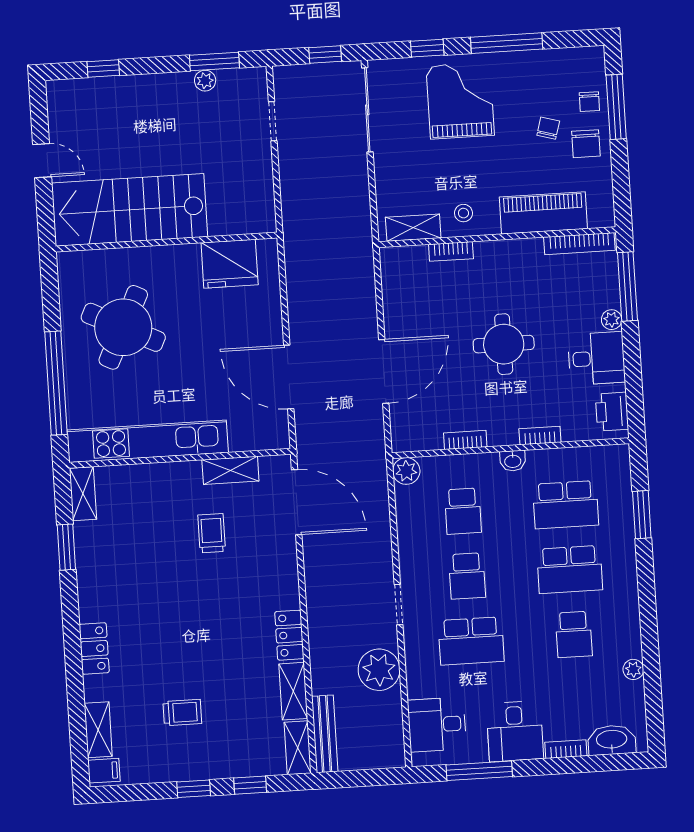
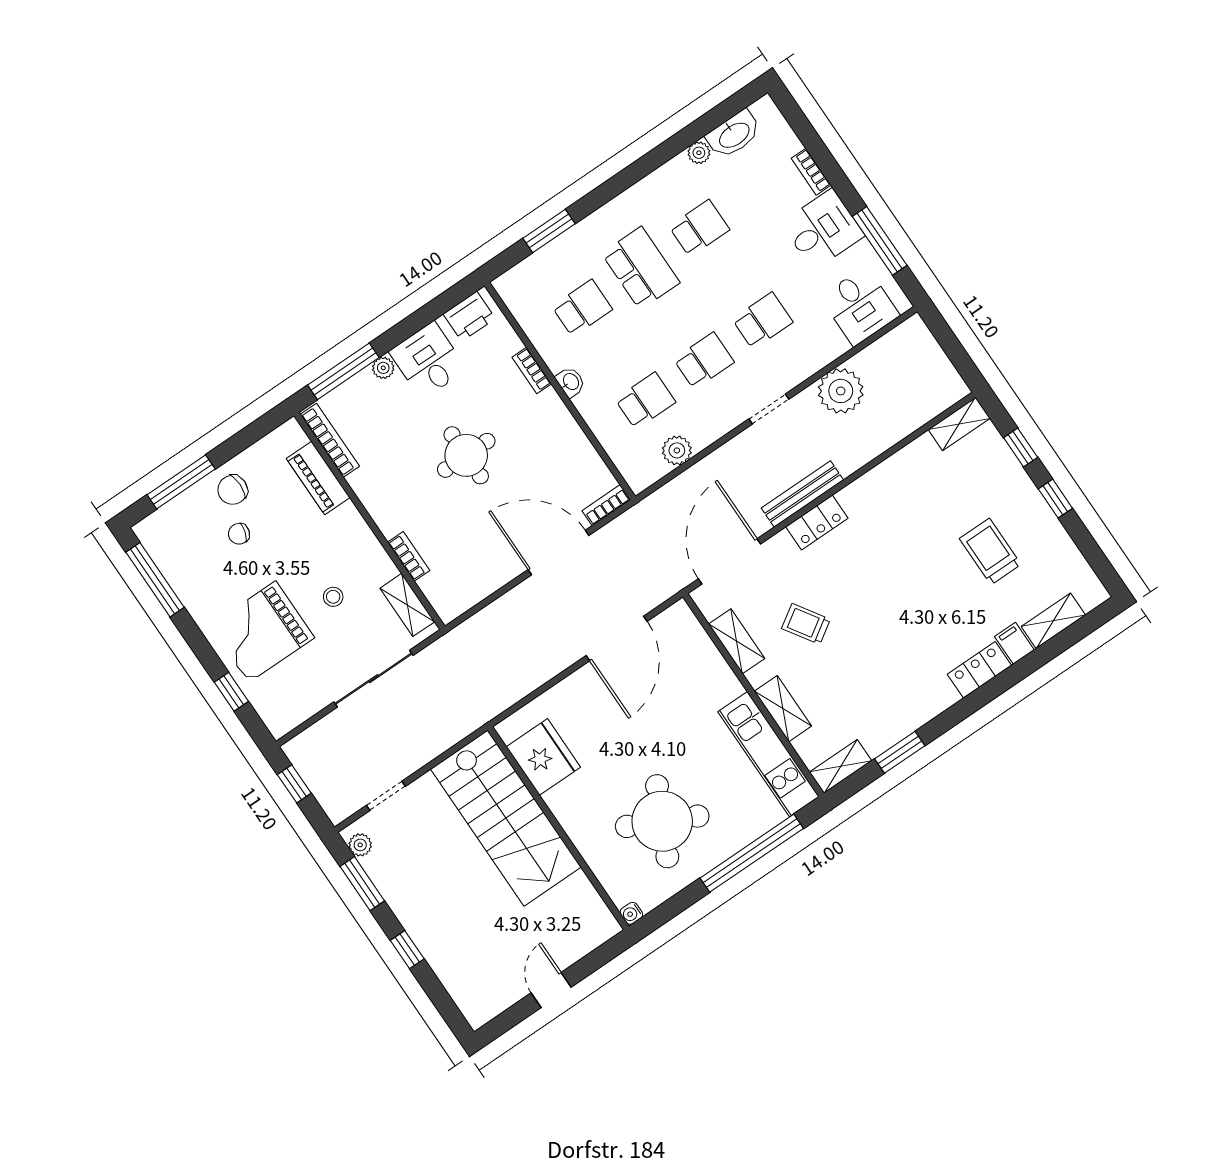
window: (507, 43) -> (155, 580), moved
window: (103, 69) -> (407, 950), moved
plant: (205, 81) -> (360, 845), moved
chair: (589, 102) -> (191, 510), removed
sliding door: (367, 110) -> (374, 679), moved
chair: (586, 144) -> (233, 490), turned 180
stairs: (130, 210) -> (506, 818), moved
stool: (463, 213) -> (333, 597), moved
piano: (543, 213) -> (318, 478), width x0.73, depth x0.75
water cooler: (65, 260) -> (631, 913), added
bookcase: (465, 440) -> (606, 505), moved, turned 90
kitchen unit: (148, 441) -> (768, 754), width x0.73
plant: (406, 471) -> (677, 450), moved
school desk: (566, 505) -> (582, 308), width x0.54
trolley: (212, 533) -> (806, 624), turned 57
locker: (289, 635) -> (817, 523), moved
school desk: (471, 641) -> (762, 321), width x0.54
shelving: (293, 691) -> (783, 709), moved, turned 90
trolley: (182, 712) -> (990, 551), width x1.36, depth x1.39
bench: (325, 734) -> (802, 494), moved
washbasin: (612, 740) -> (734, 134), moved, turned -90
filing cabinet: (104, 771) -> (1014, 643), moved

